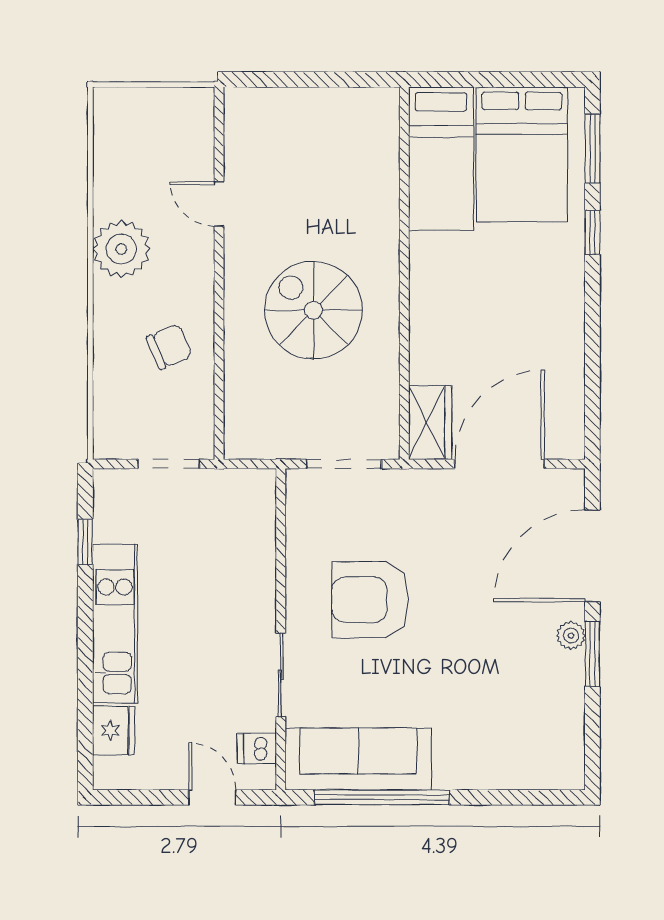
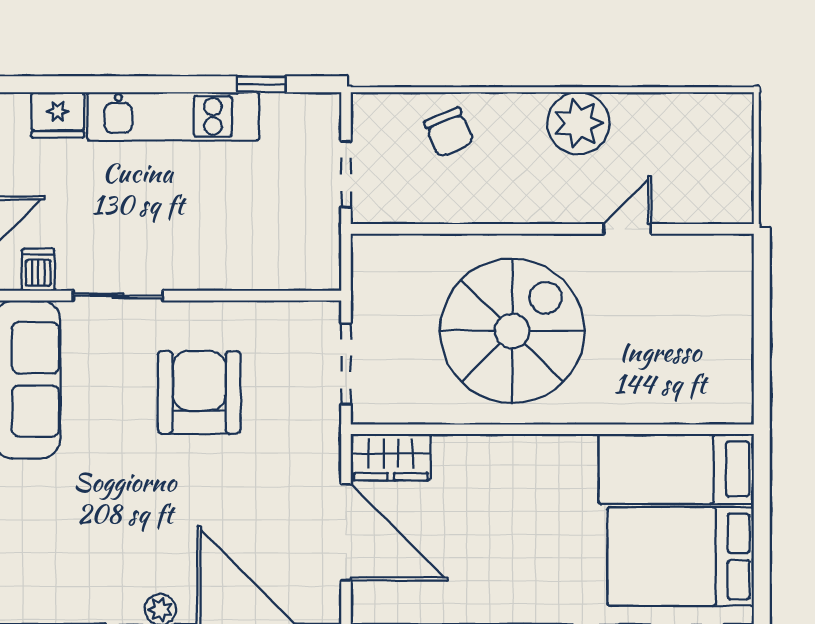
spiral stairs: (313, 310) -> (512, 331), width x1.37, depth x1.37
chair: (169, 347) -> (449, 132), moved

